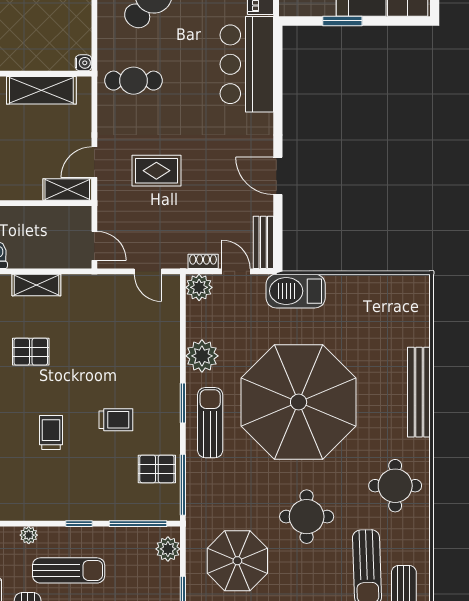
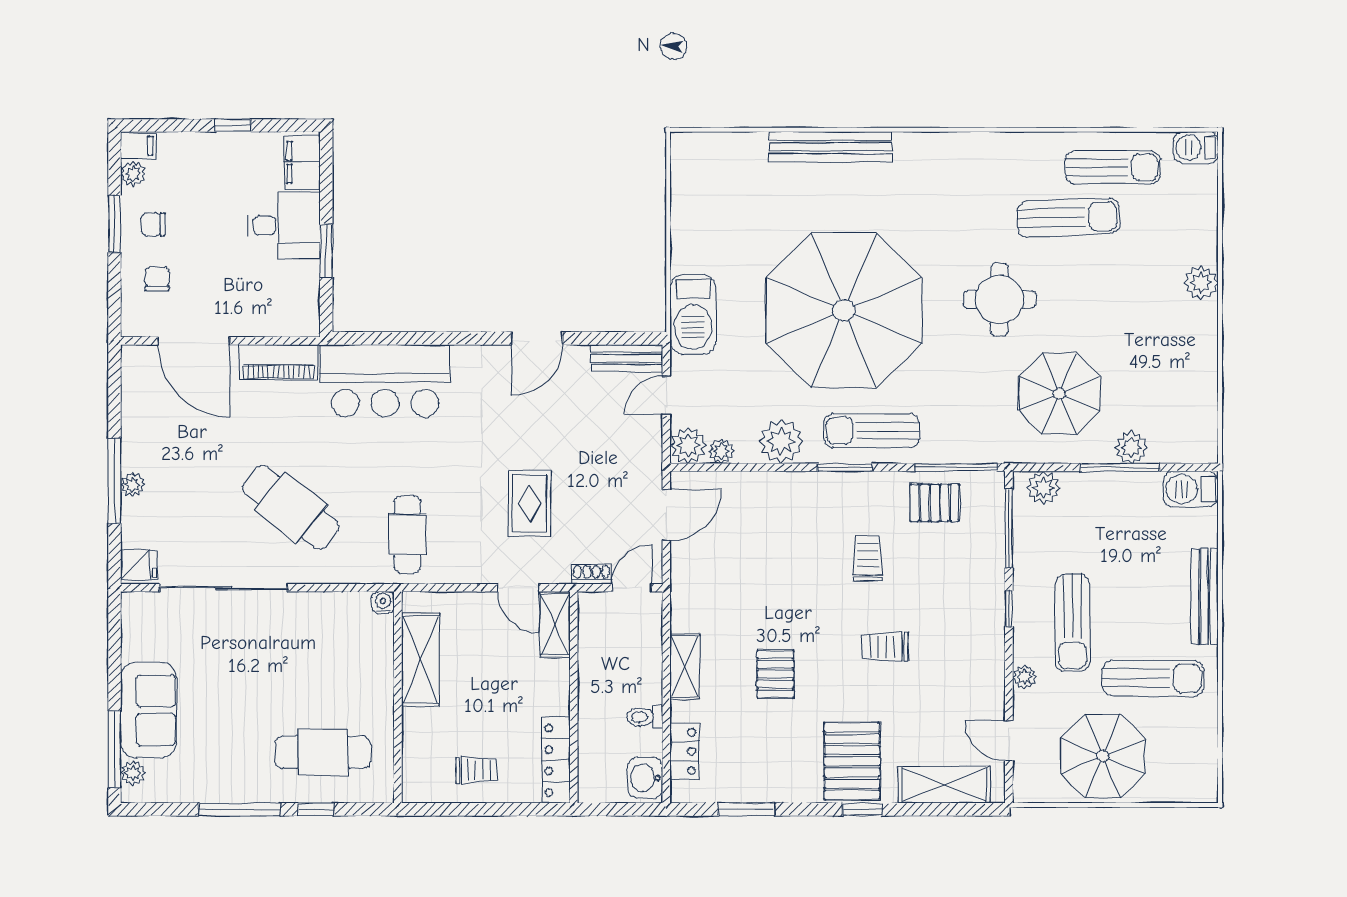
shoe rack: (203, 261) -> (592, 574), moved, turned 90
door: (148, 271) -> (666, 515), width x1.38
plant: (195, 312) -> (721, 451), added
pallet: (157, 469) -> (935, 503), turned 90
round table: (395, 486) -> (957, 179), removed
sun lounger: (69, 570) -> (1073, 623), turned 180

